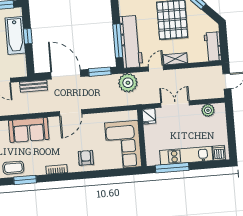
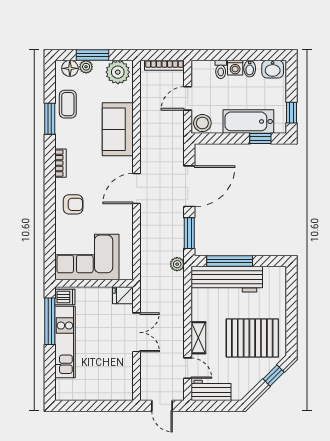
window: (28, 36) -> (260, 138), moved
door: (156, 68) -> (188, 368), moved
stool: (19, 69) -> (202, 123), added
plant: (128, 83) -> (177, 264), width x0.53, depth x0.53
bench: (34, 86) -> (177, 141), removed
plant: (208, 110) -> (124, 377), removed
door: (71, 113) -> (137, 188), hinge flipped
dishwasher: (219, 153) -> (65, 297), moved

